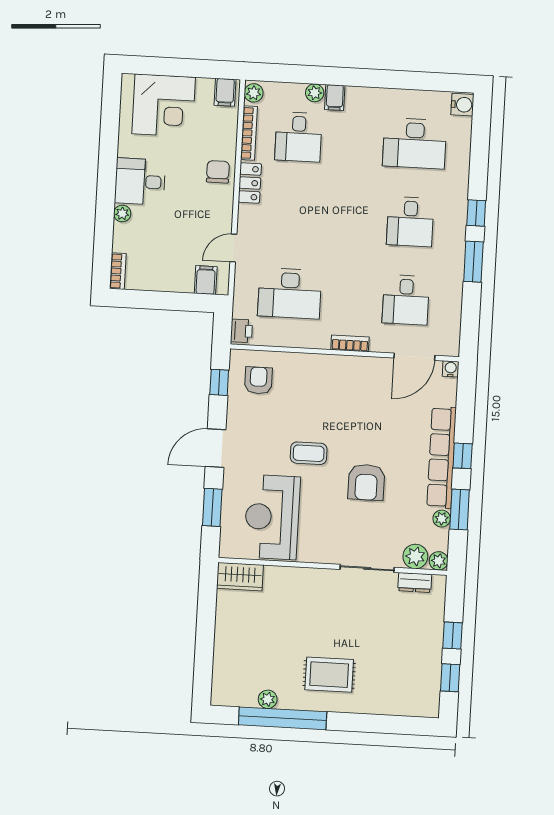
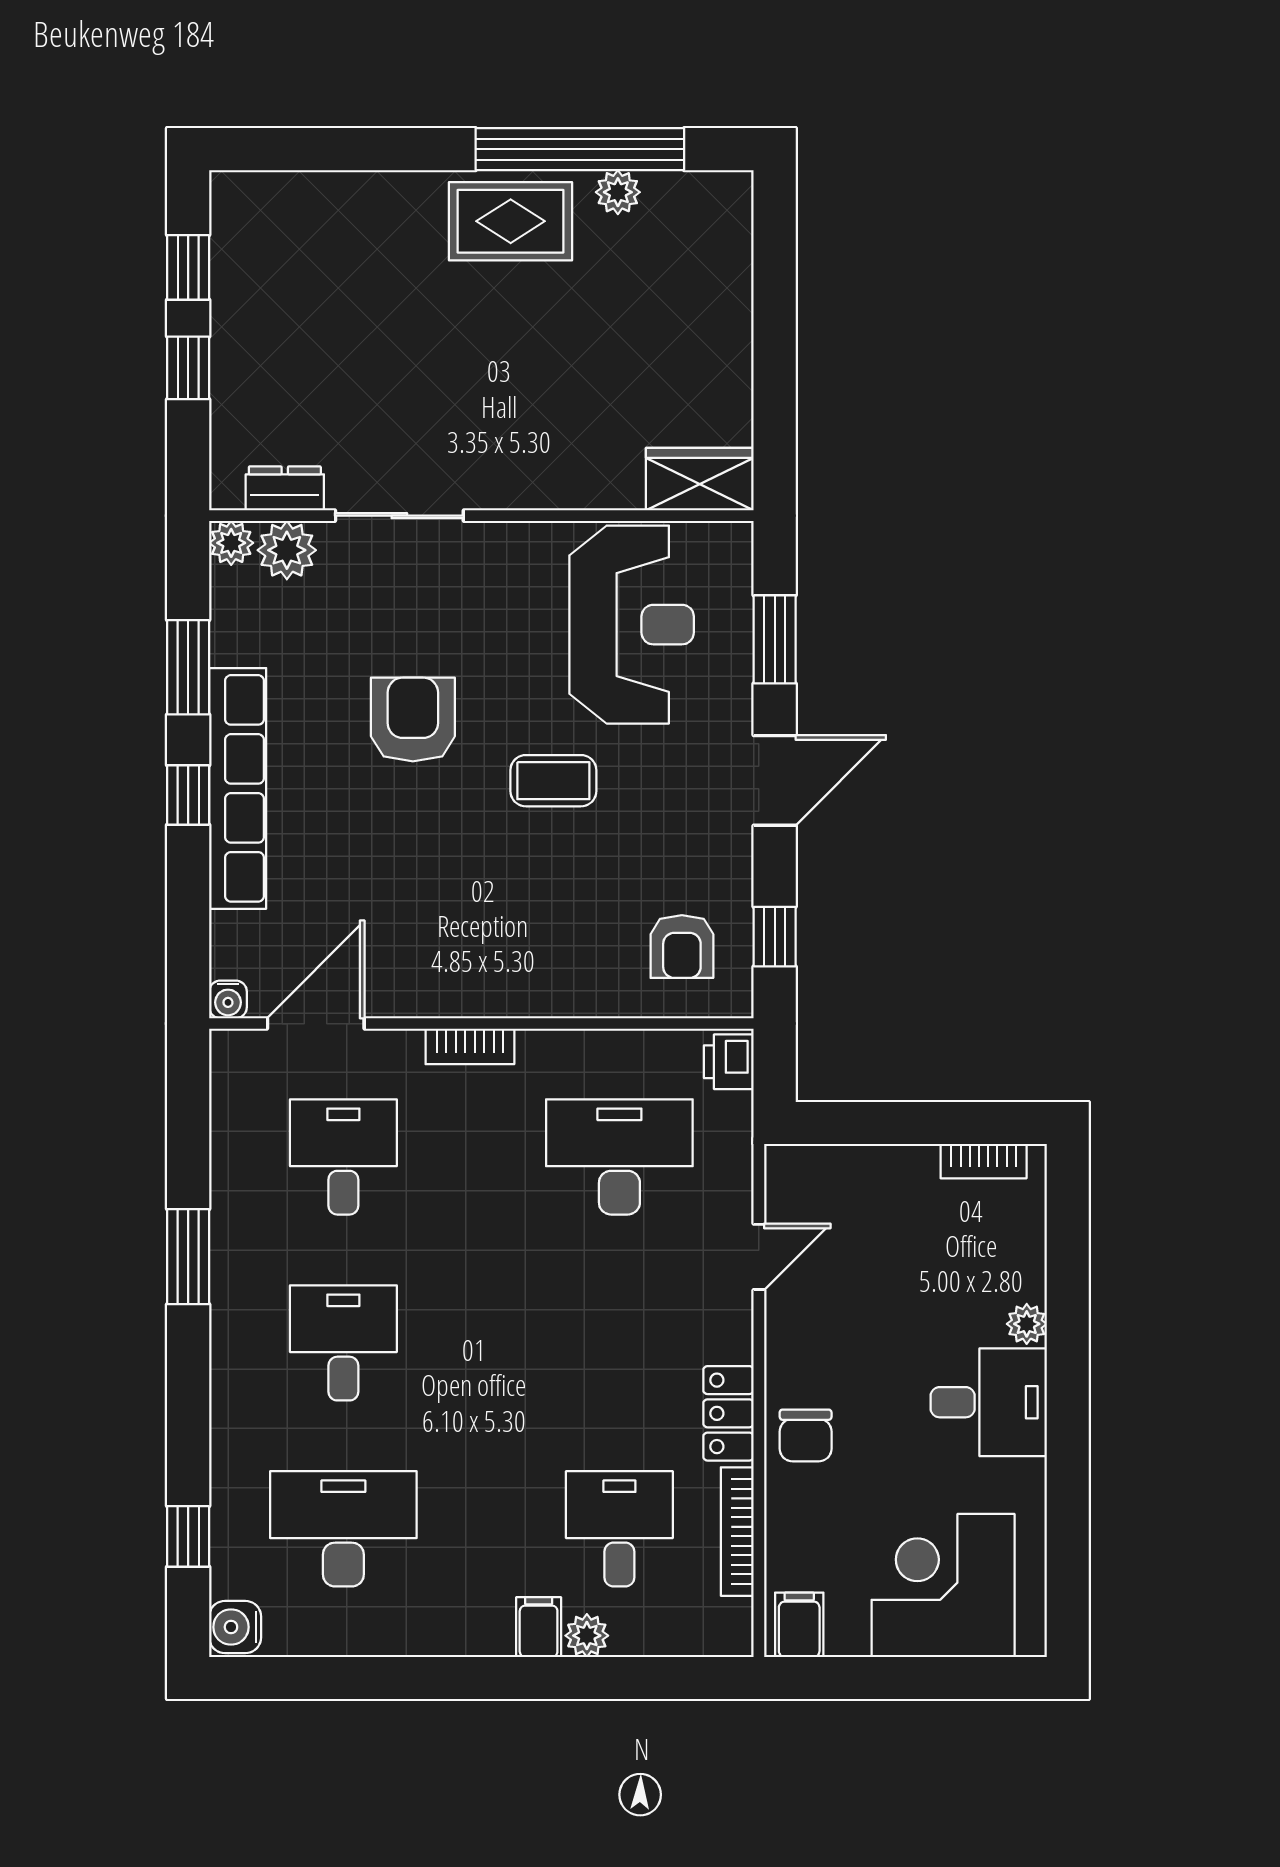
plant: (254, 93) -> (731, 1627), removed
window: (476, 213) -> (188, 1536), moved
bookcase: (118, 271) -> (984, 1161), moved, turned -90
filing cabinet: (206, 280) -> (820, 1177), removed
plant: (442, 519) -> (230, 643), removed
rug: (329, 675) -> (511, 221), moved

